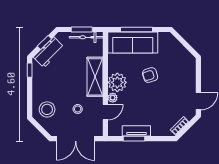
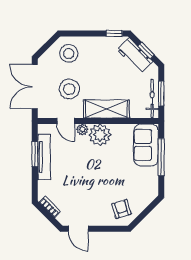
sofa: (133, 43) -> (146, 145), width x0.73
armchair: (150, 75) -> (121, 209), moved
stool: (78, 109) -> (69, 89), width x1.89, depth x1.89
tv unit: (136, 131) -> (44, 157), width x1.41

